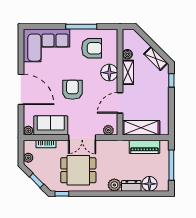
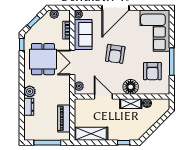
shelving: (156, 59) -> (143, 129), removed
armchair: (72, 90) -> (115, 54), turned 98
shelving: (141, 128) -> (91, 134), moved, turned 90
floor lamp: (149, 184) -> (31, 123), removed

